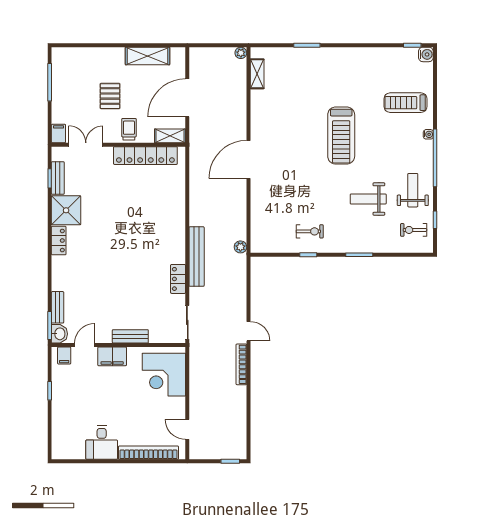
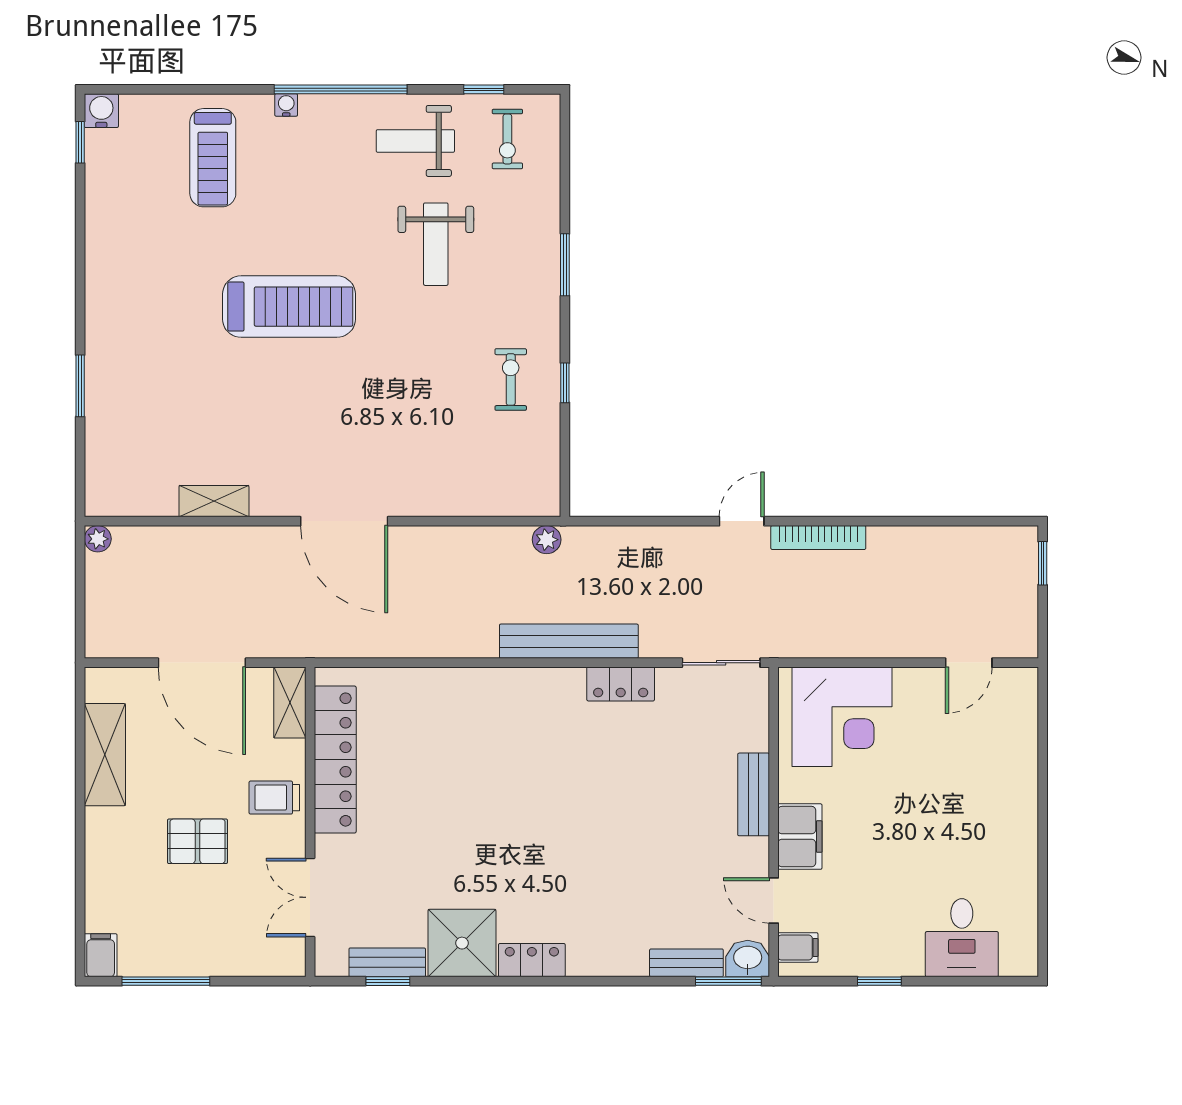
shelving: (257, 74) -> (214, 501), moved
filing cabinet: (58, 133) -> (101, 955), moved, turned 90
desk: (102, 443) -> (962, 938), moved, turned 90
bookcase: (148, 453) -> (1023, 752), removed

